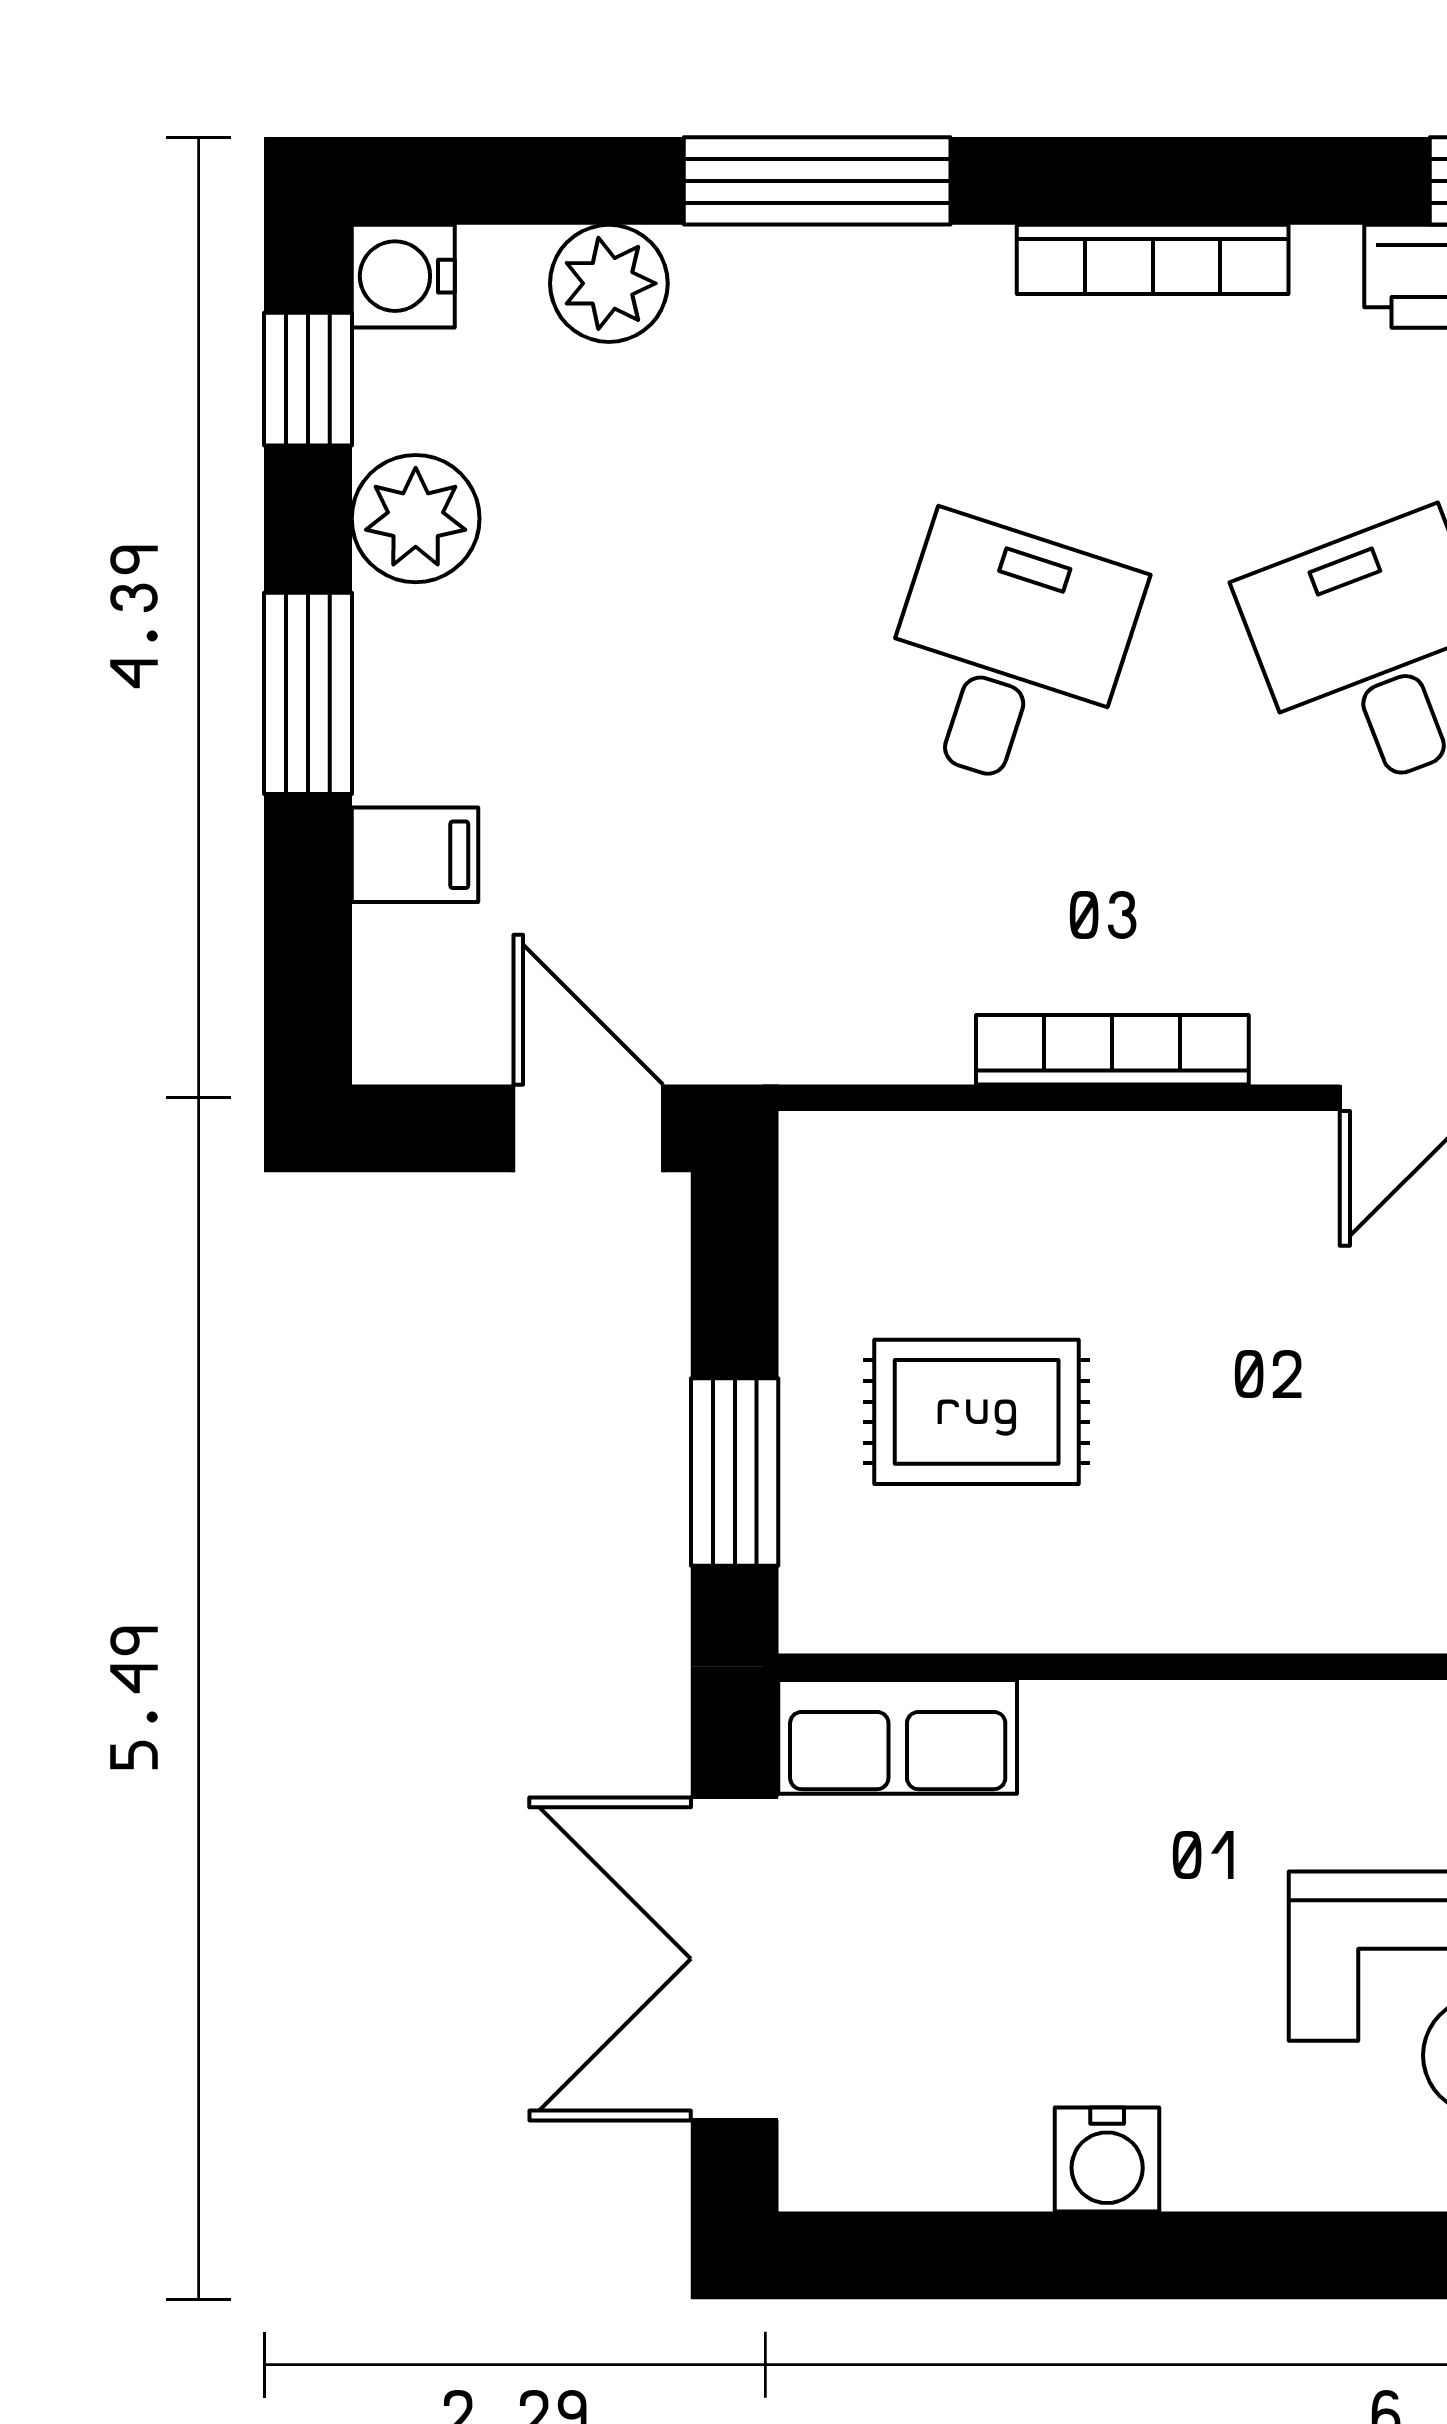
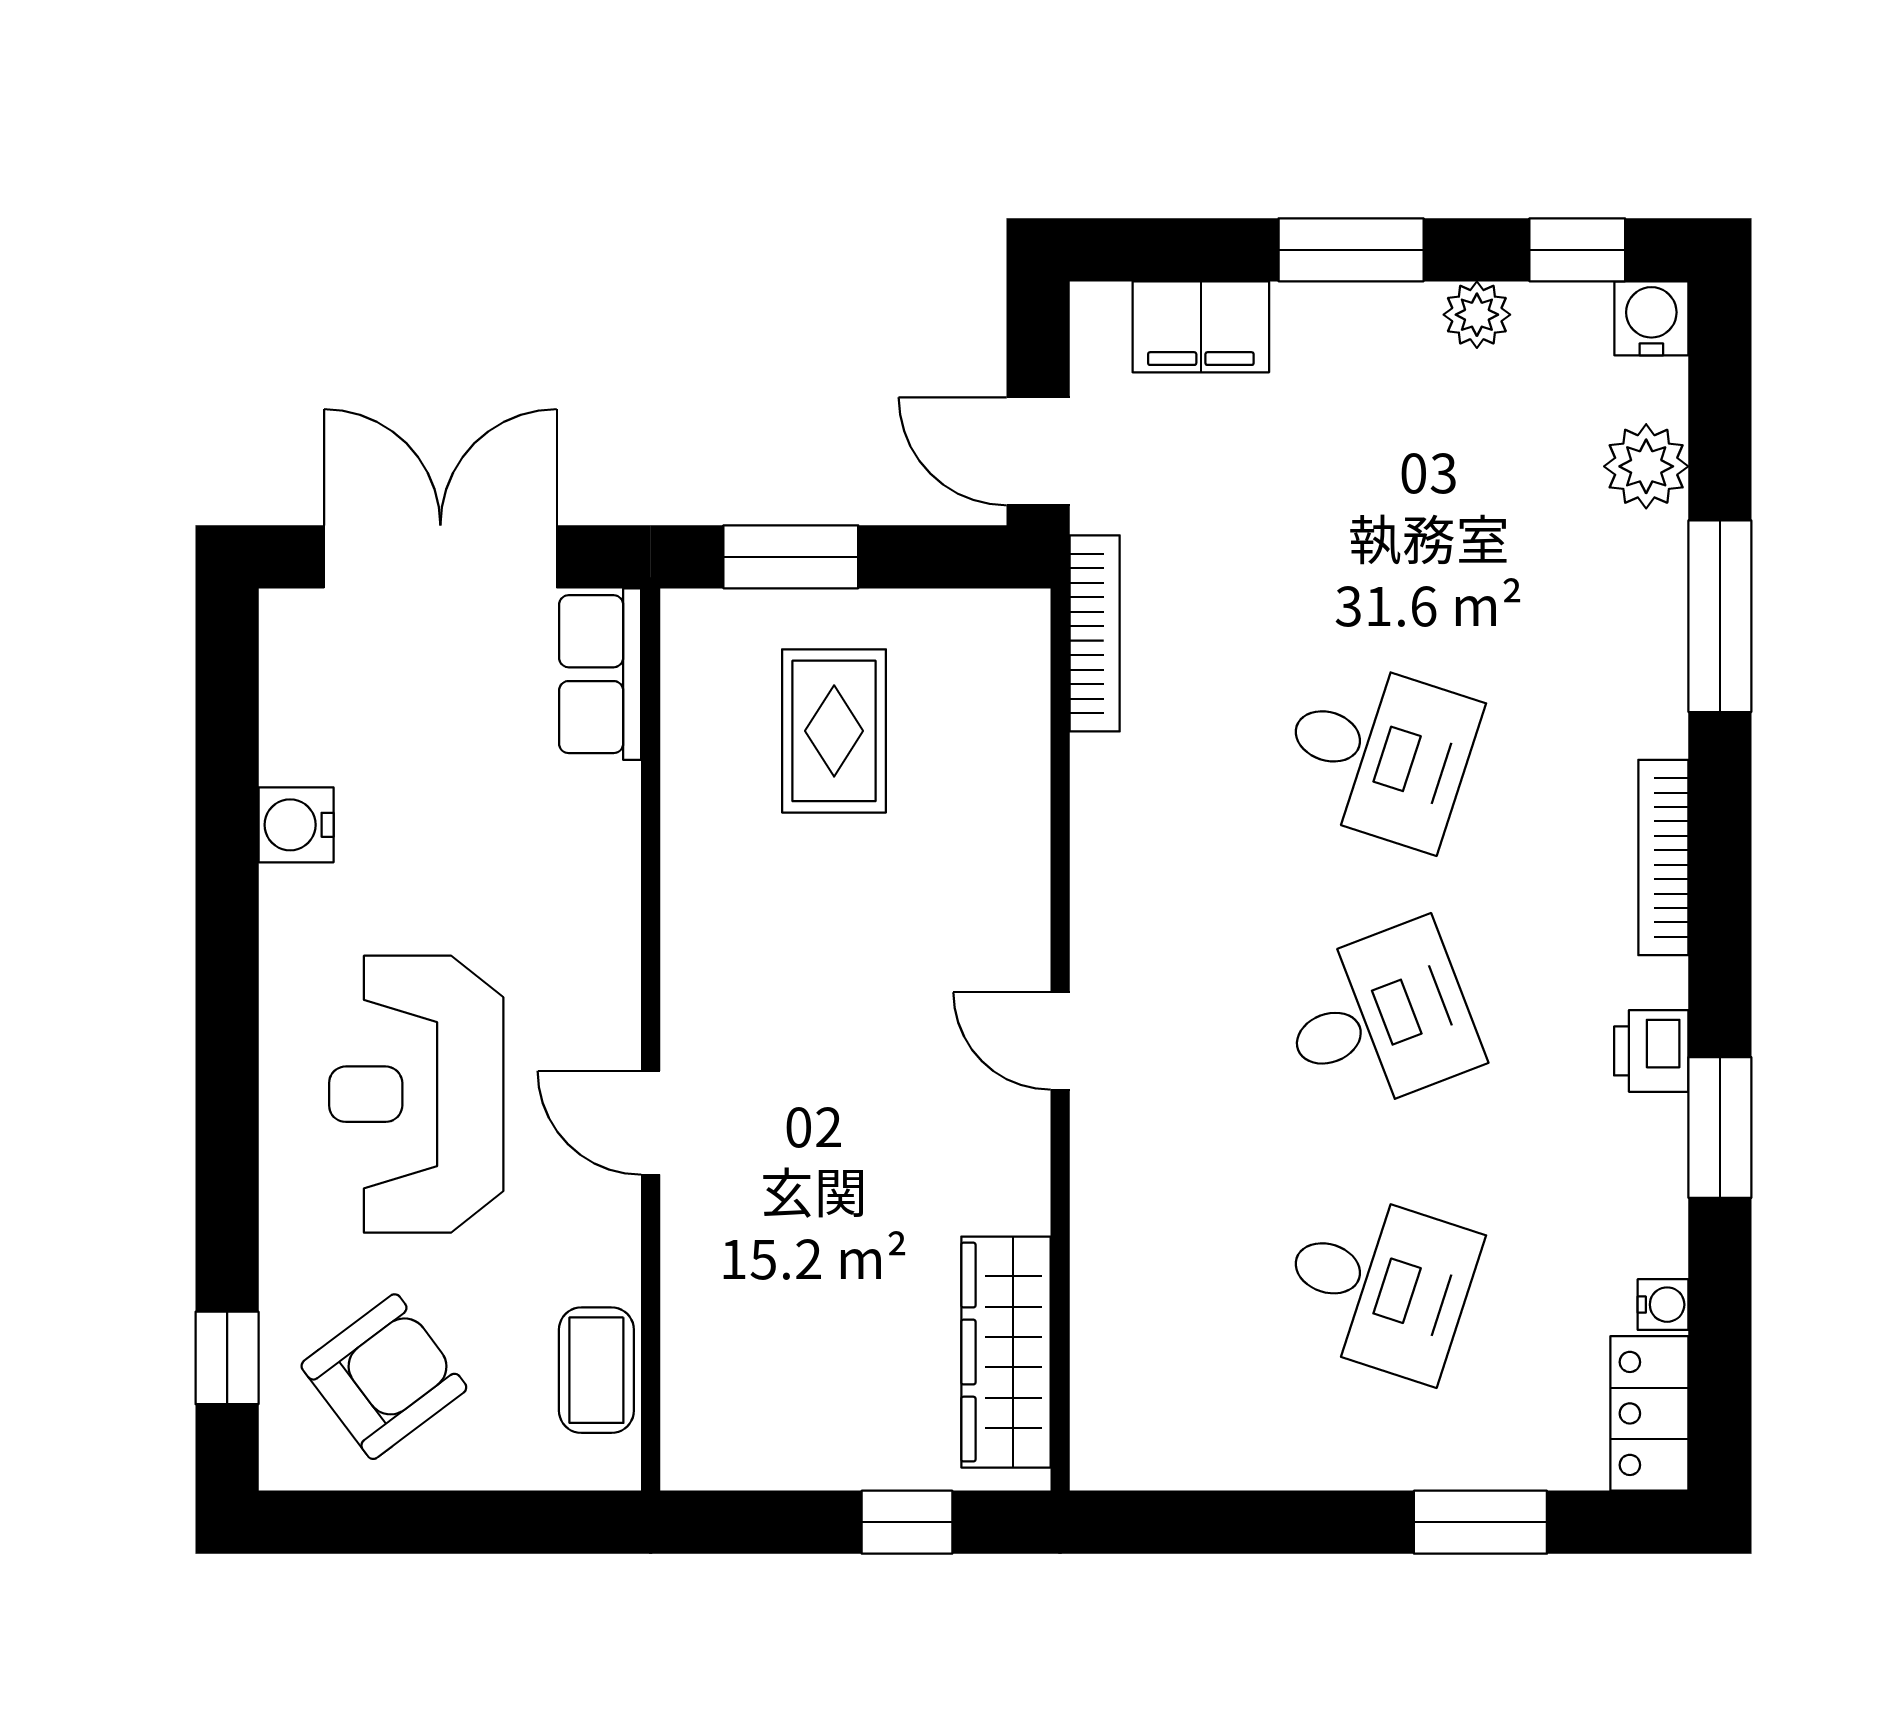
plant: (416, 519) -> (1477, 315), width x0.73, depth x0.73
filing cabinet: (415, 855) -> (1201, 327), width x2.00
bookcase: (1112, 1050) -> (1095, 633), moved
door: (588, 1128) -> (1038, 451), swing flipped

